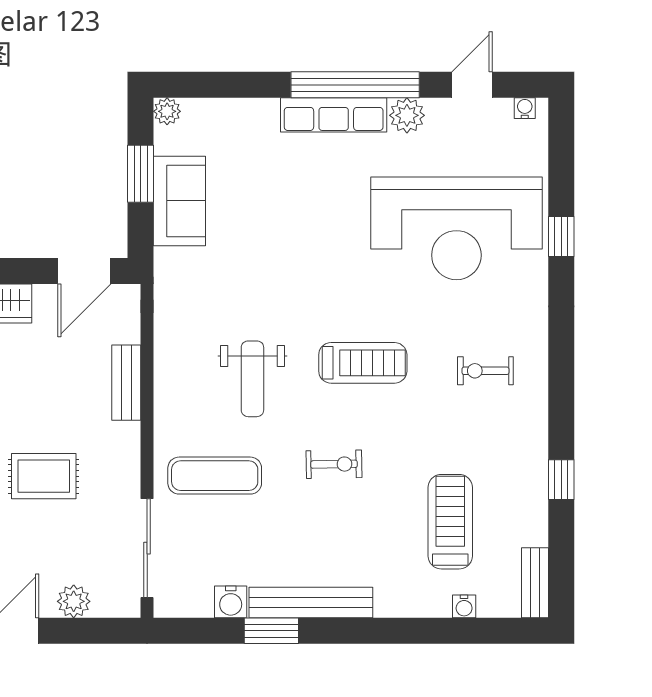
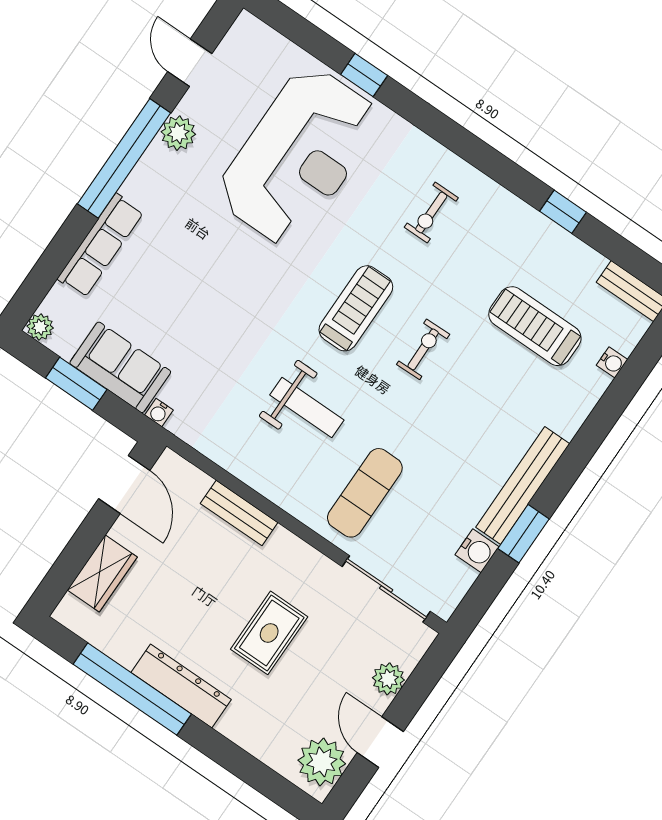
water cooler: (525, 108) -> (159, 413), moved, turned -90
row of seats: (334, 115) -> (100, 245), moved
exercise bike: (334, 464) -> (423, 349), moved

